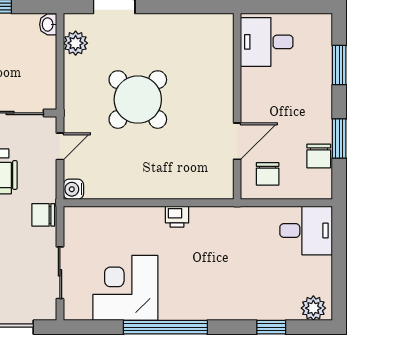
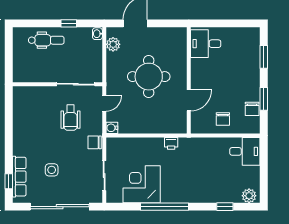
desk: (267, 42) -> (206, 44), moved
round table: (138, 100) -> (149, 77), turned 45
wall: (237, 106) -> (189, 80), moved
door: (237, 141) -> (189, 100), moved

